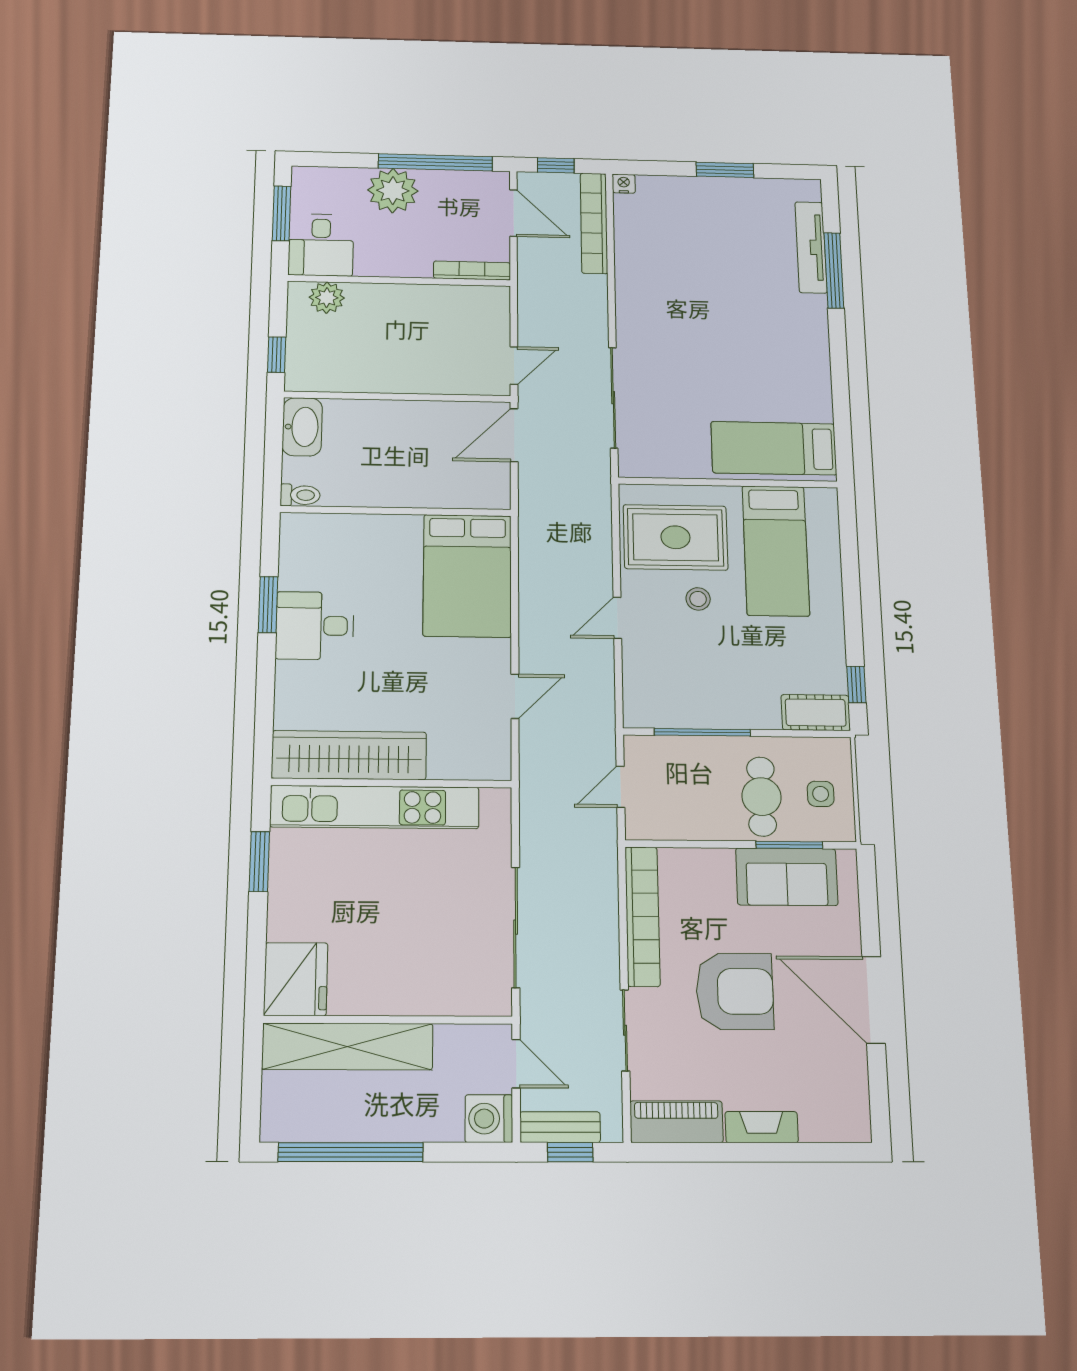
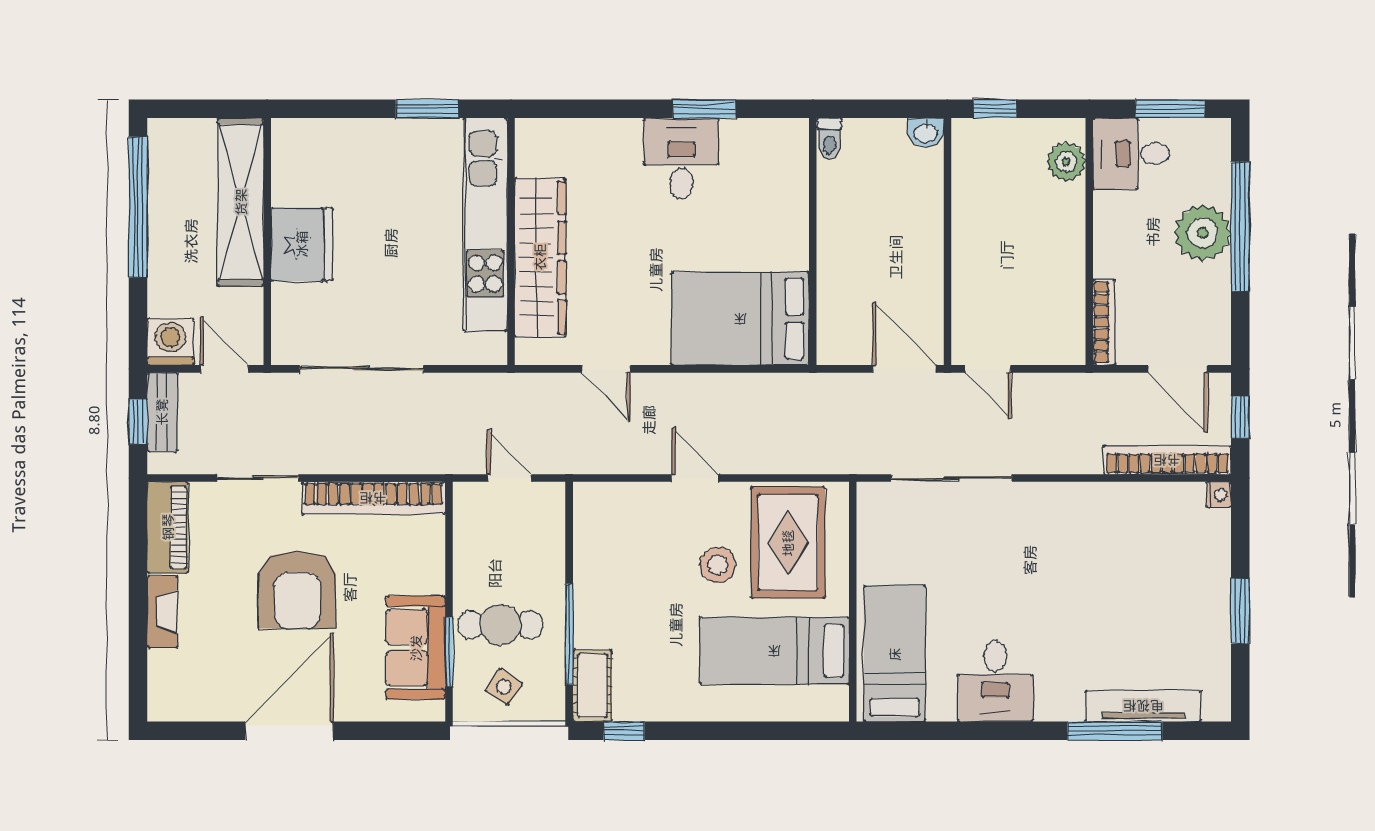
window: (435, 162) -> (1240, 226), moved
door: (513, 213) -> (1178, 369), hinge flipped
desk: (795, 365) -> (995, 681), added
washbasin: (302, 427) -> (926, 132), width x0.52, depth x0.69
stool: (698, 599) -> (718, 565), width x1.37, depth x1.37
window: (702, 732) -> (569, 634), moved
wardrobe: (349, 755) -> (540, 257), moved
side table: (821, 794) -> (504, 687), turned 33
fridge: (296, 979) -> (302, 244), moved, turned -90
door: (516, 1064) -> (224, 369), swing flipped

